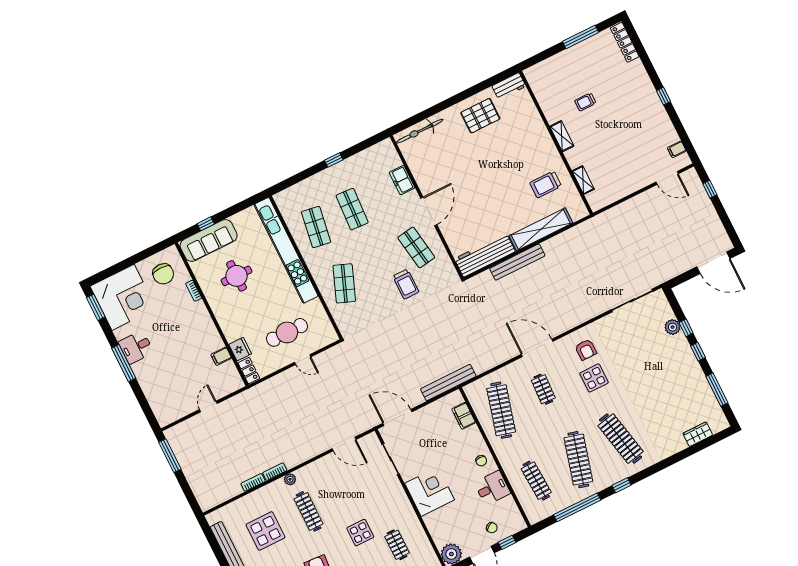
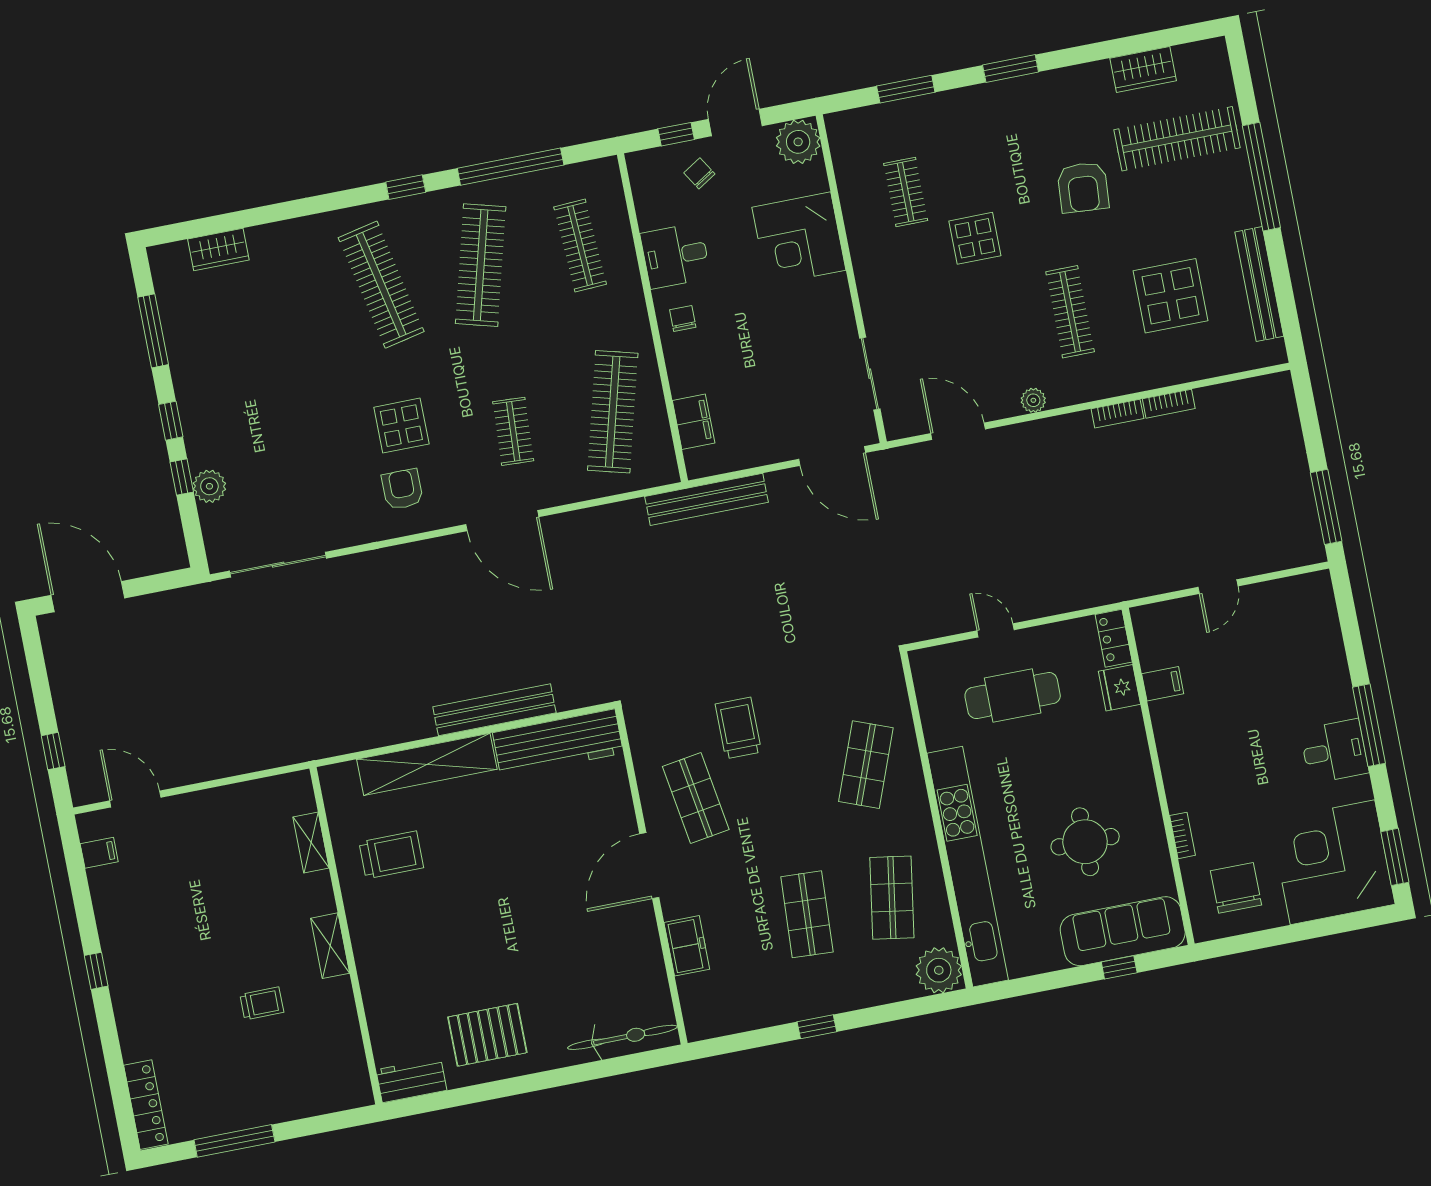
plant: (286, 200) -> (939, 970), added
plant: (290, 479) -> (1033, 400), moved
corner desk: (430, 492) -> (799, 239), moved

